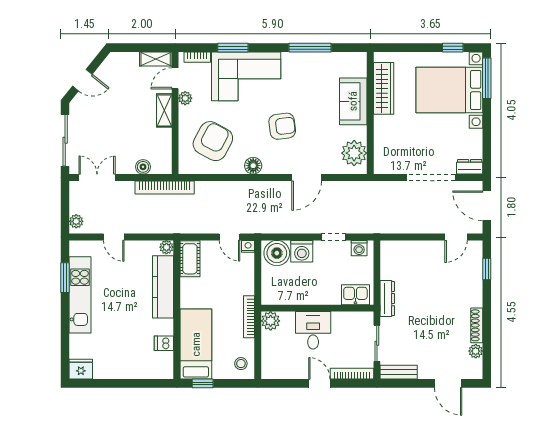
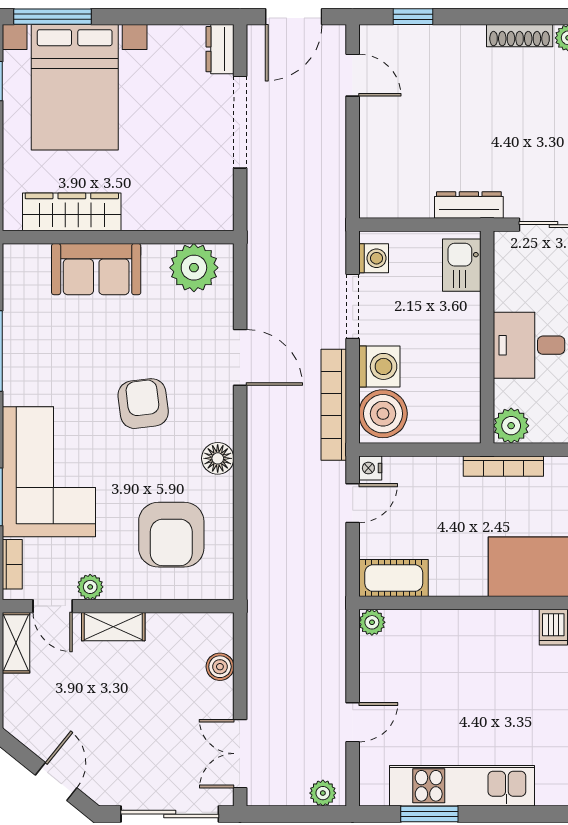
armchair: (213, 141) -> (171, 535), turned -118
bookcase: (165, 187) -> (334, 405), moved, turned 180
doorway: (334, 237) -> (353, 306), width x1.38
kitchen counter: (163, 287) -> (447, 629), removed

